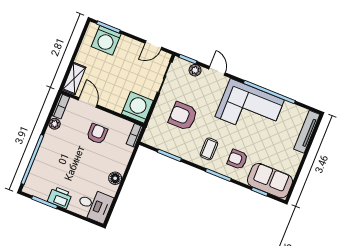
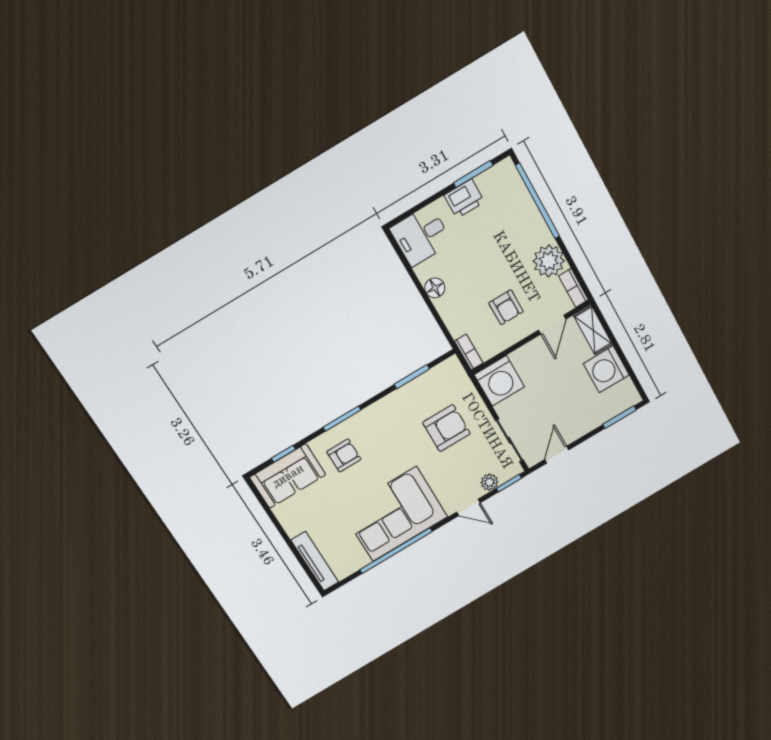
washing machine: (106, 40) -> (606, 369), moved, turned -90
door: (88, 102) -> (552, 325), hinge flipped
plant: (55, 124) -> (549, 261), width x1.87, depth x1.87
coffee table: (209, 149) -> (383, 430), removed

